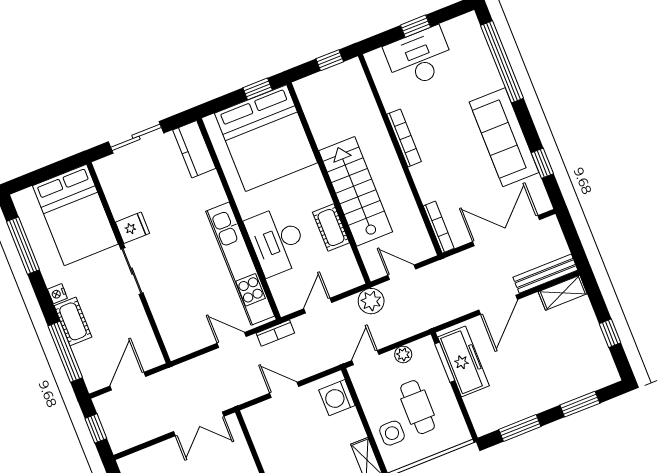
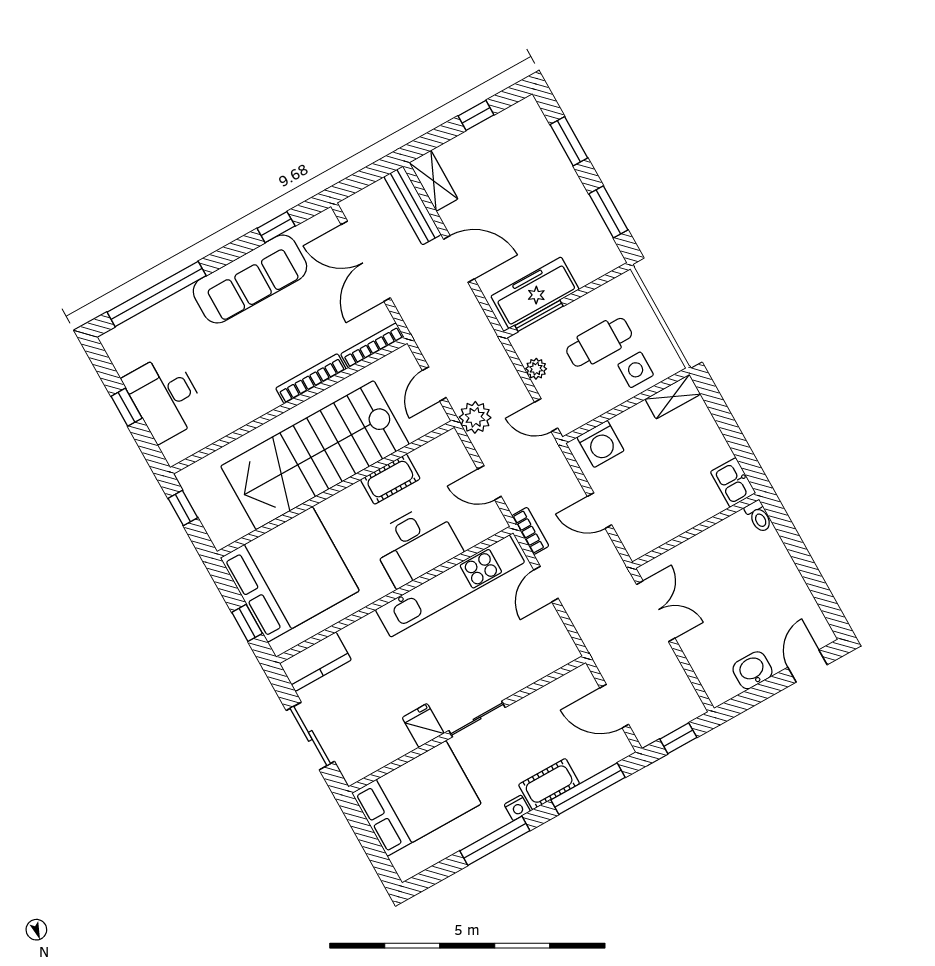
window: (258, 89) -> (247, 623), moved
bookcase: (404, 138) -> (311, 379), moved
stairs: (356, 191) -> (315, 455), width x1.36, depth x1.51
window: (23, 246) -> (495, 841), moved
door: (284, 390) -> (600, 511), hinge flipped

